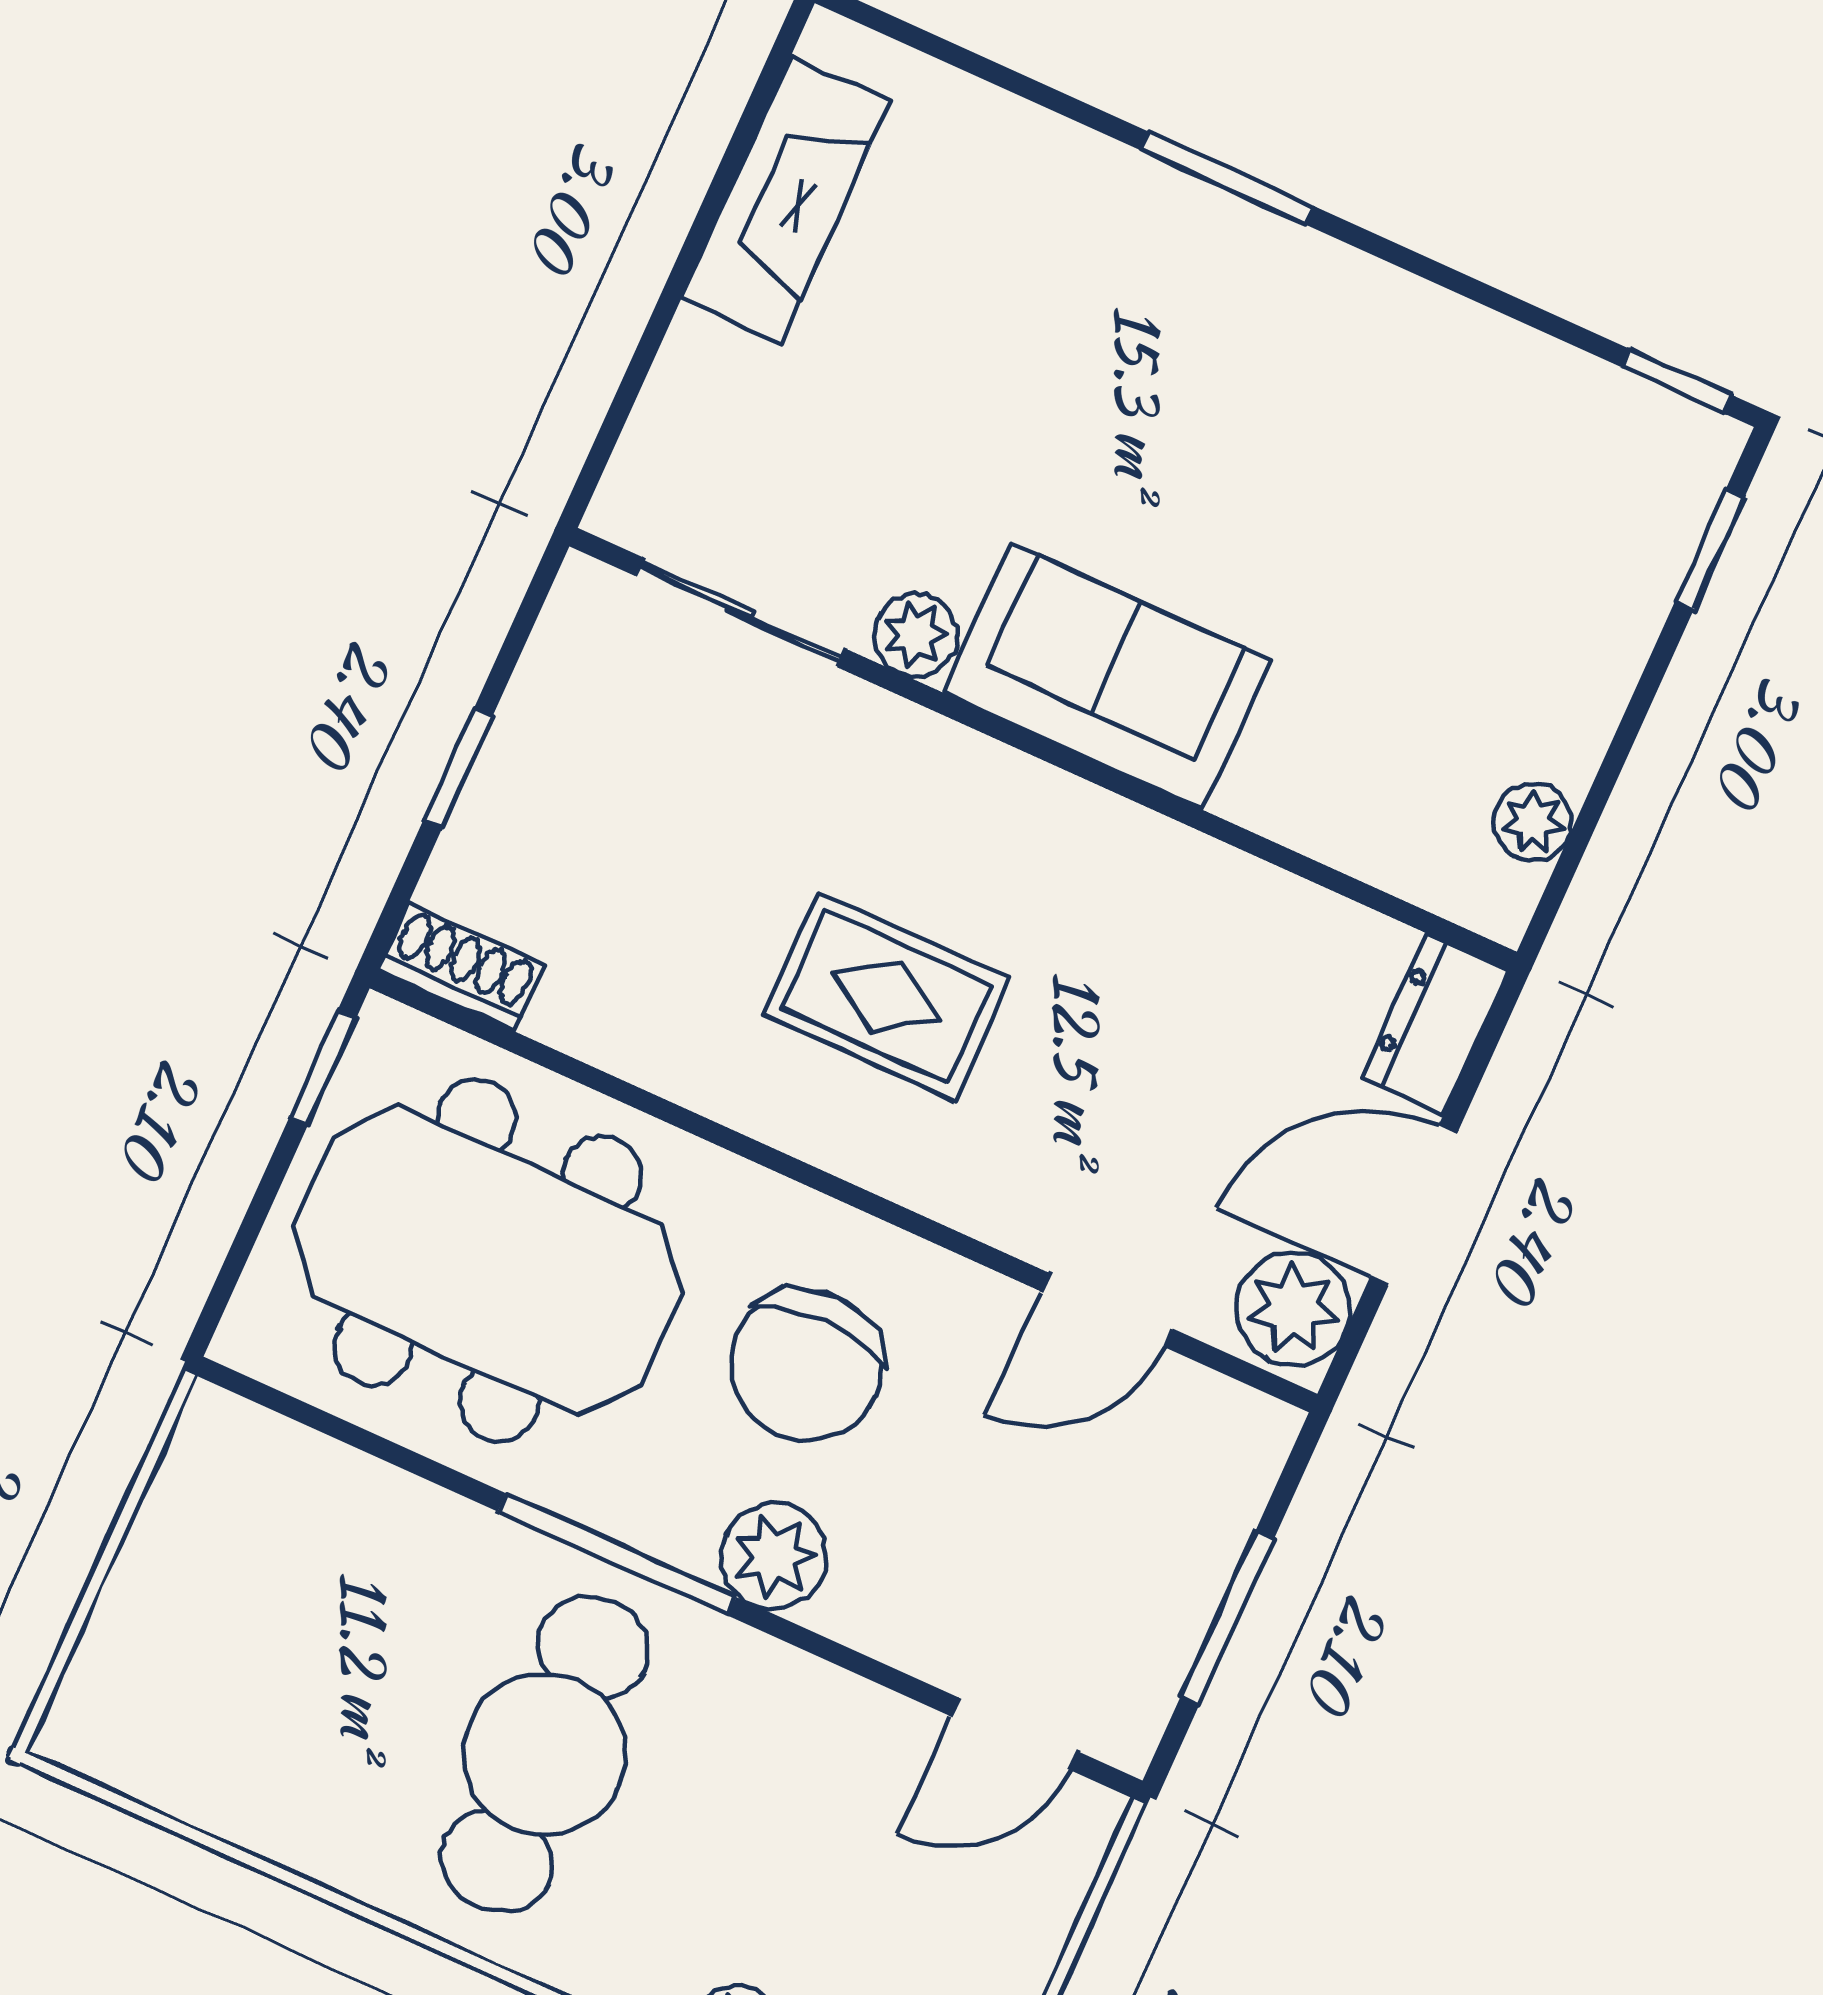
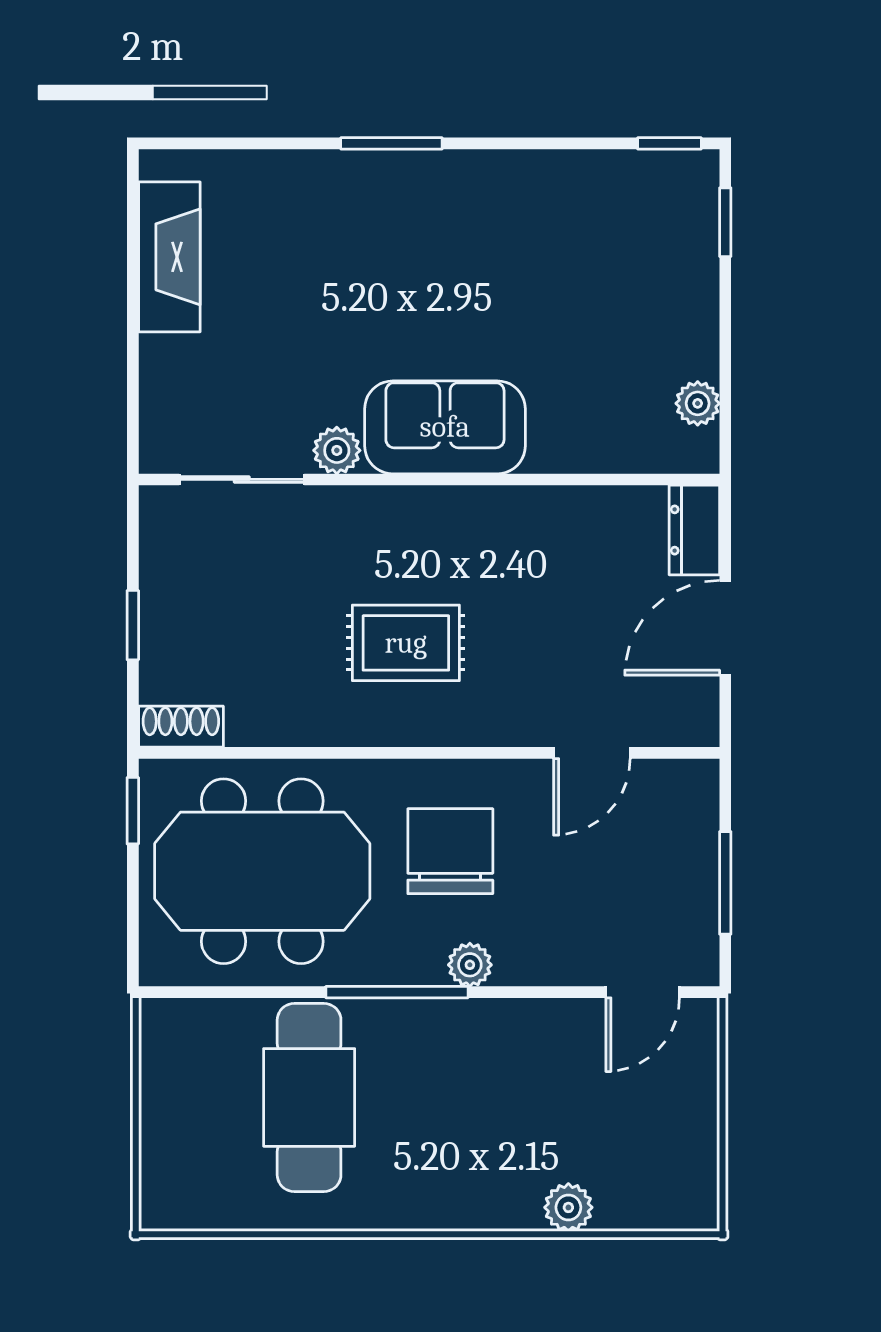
plant: (1293, 1309) -> (688, 709), removed
chair: (806, 1365) -> (450, 851), turned 180
plant: (774, 1556) -> (470, 965), width x0.73, depth x0.73
cafe table: (545, 1754) -> (309, 1097), moved

